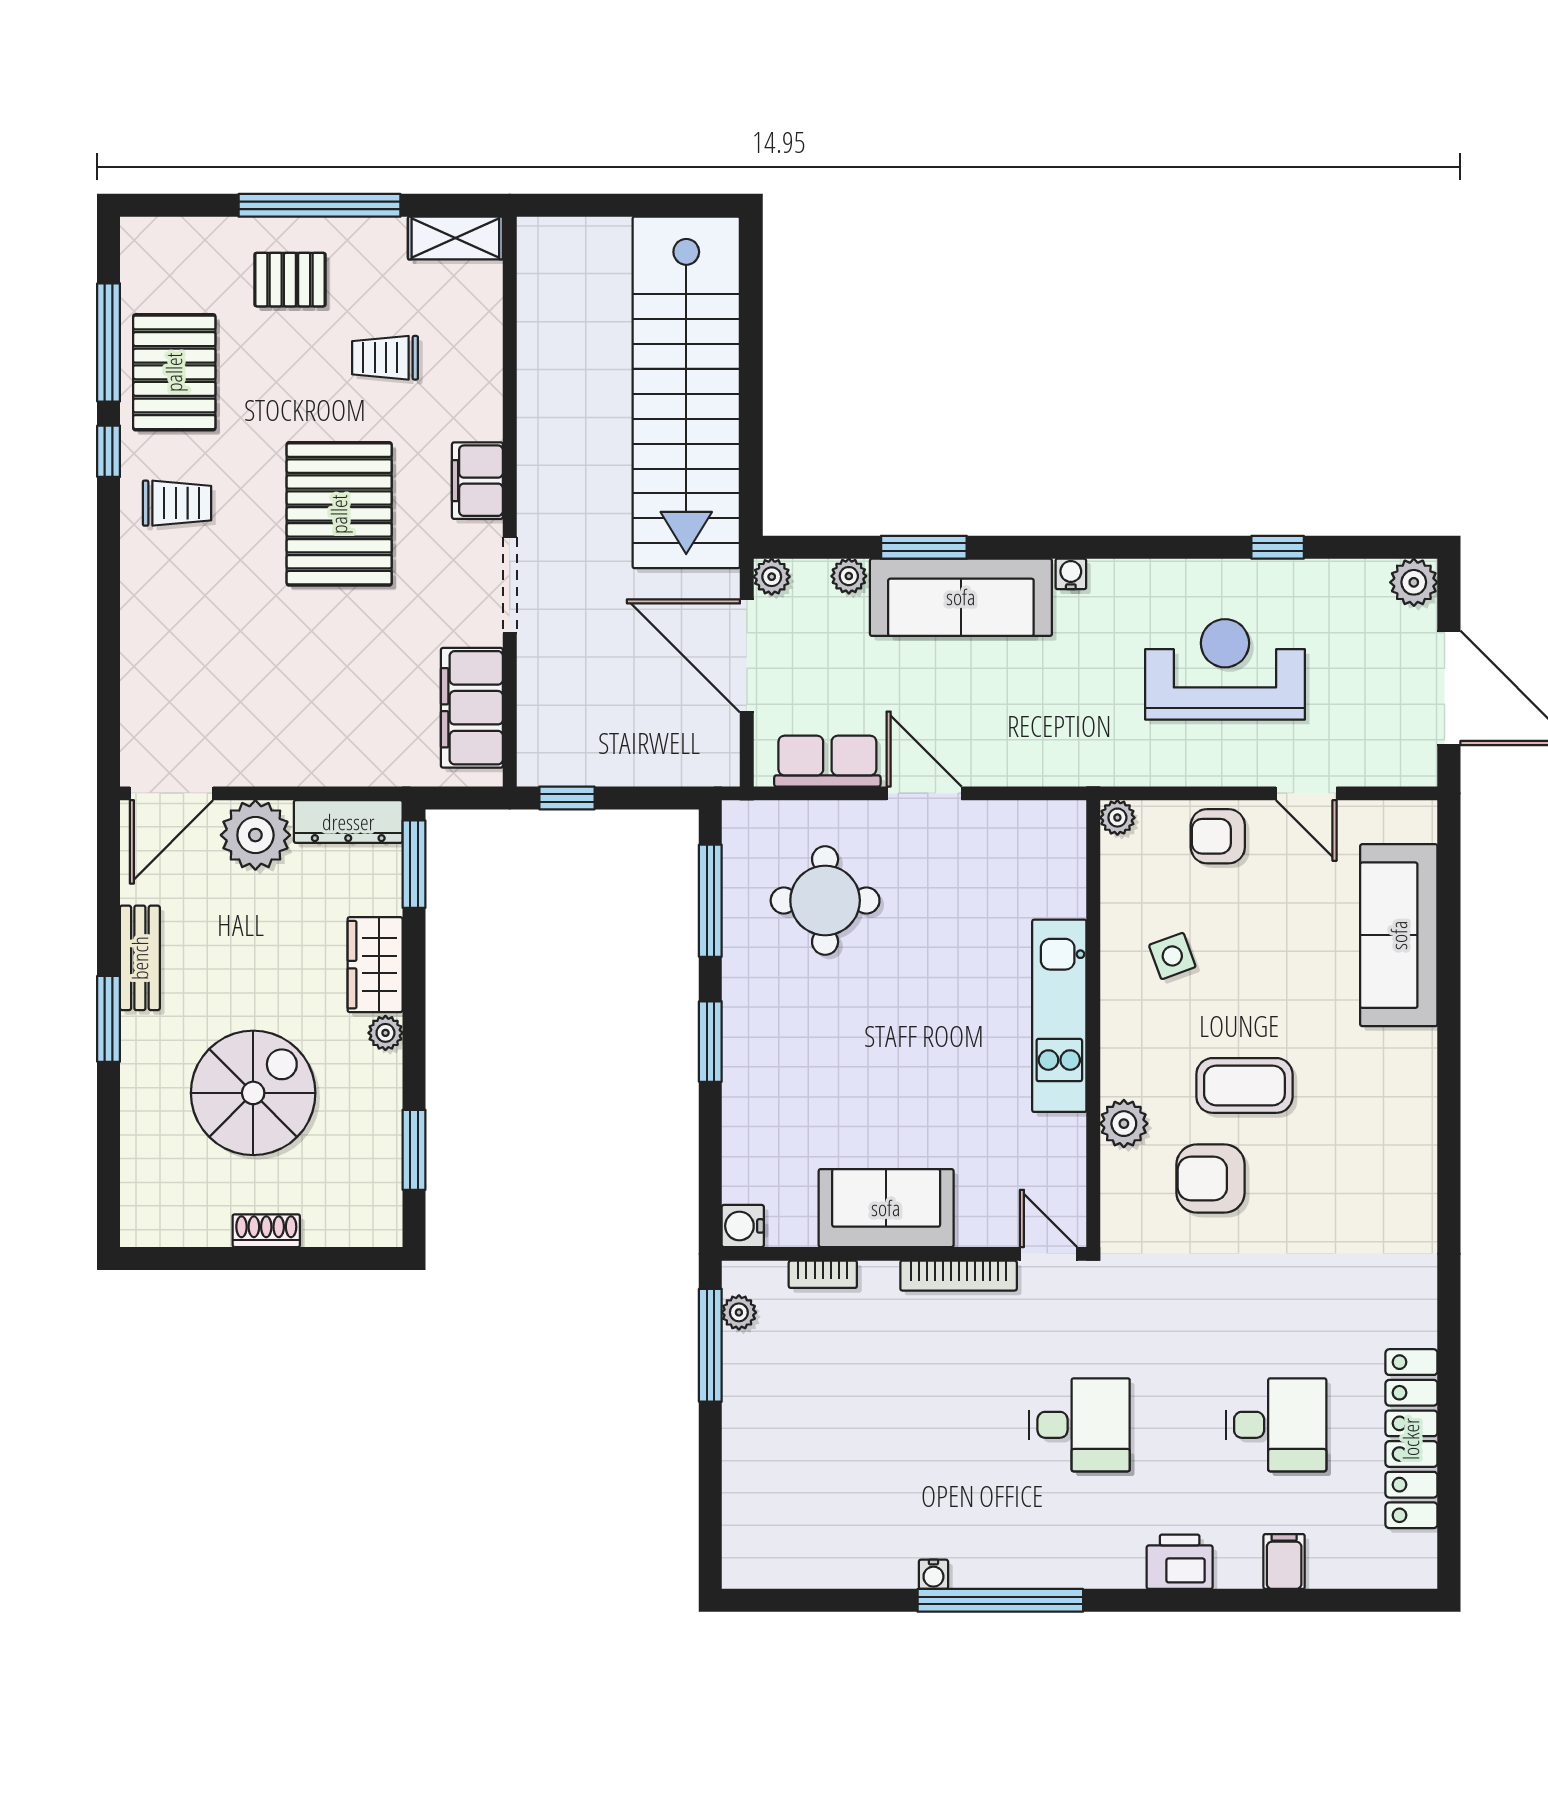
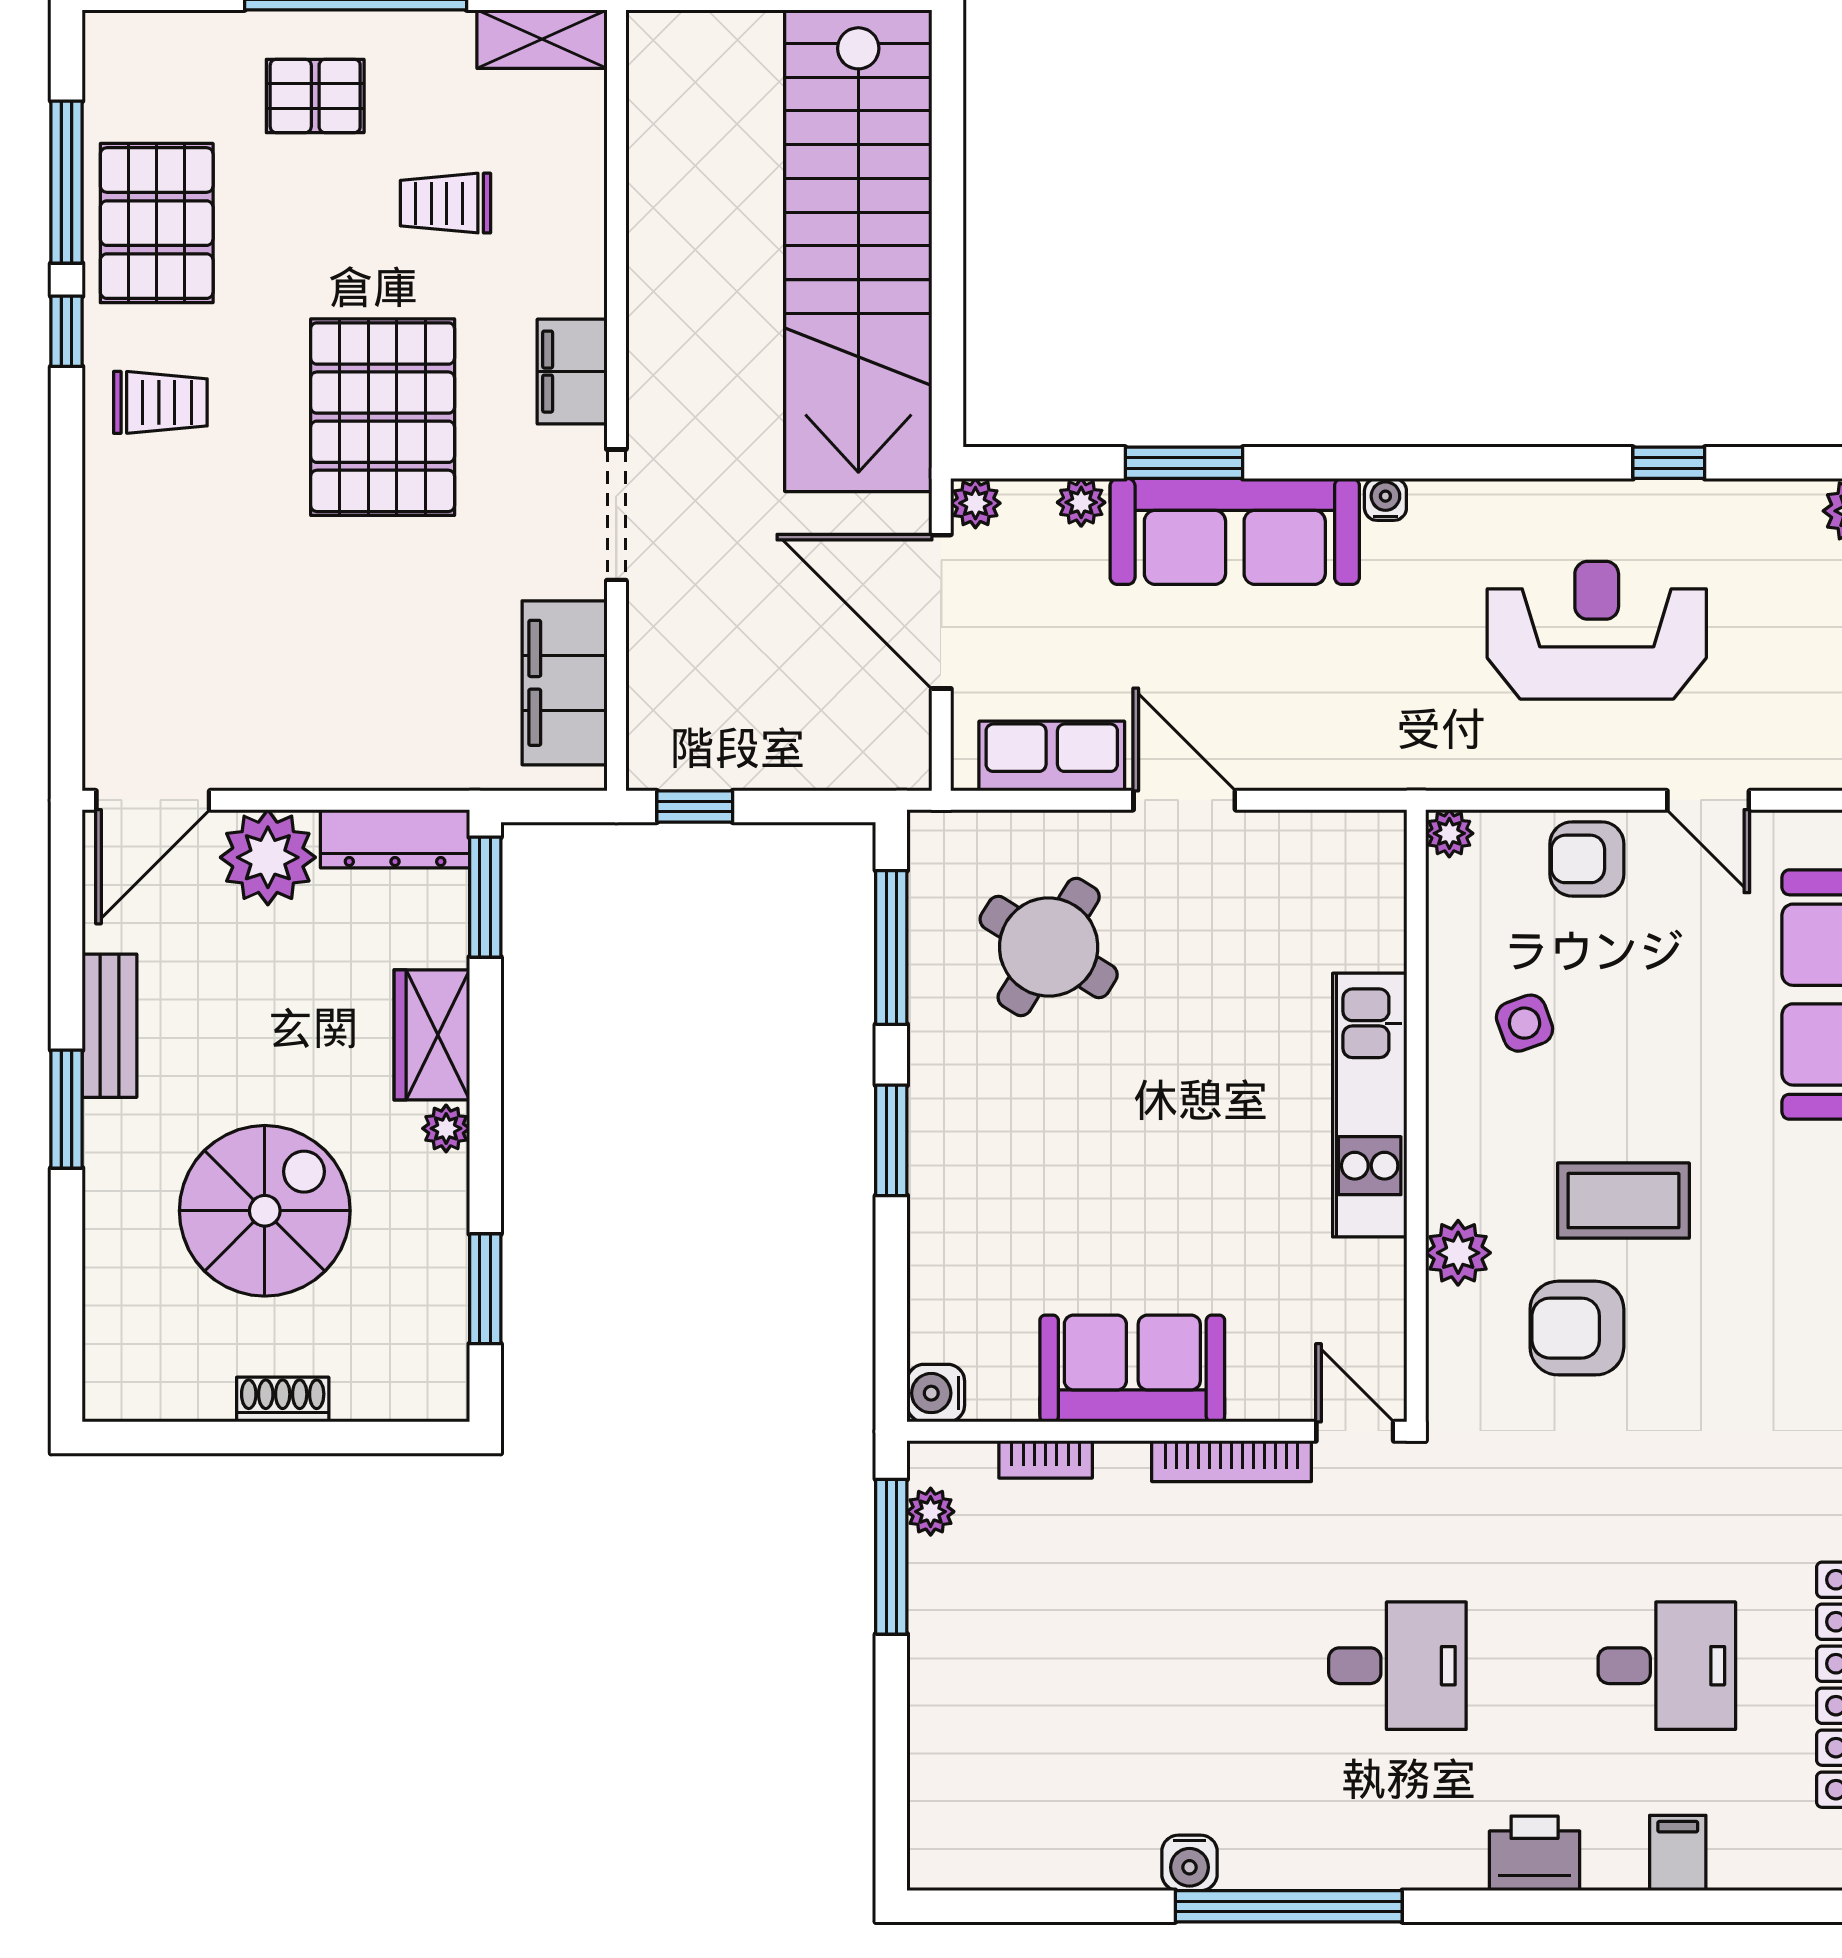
round table: (825, 900) -> (1049, 947), turned 32
water cooler: (933, 1574) -> (1189, 1863), width x1.38, depth x1.38

